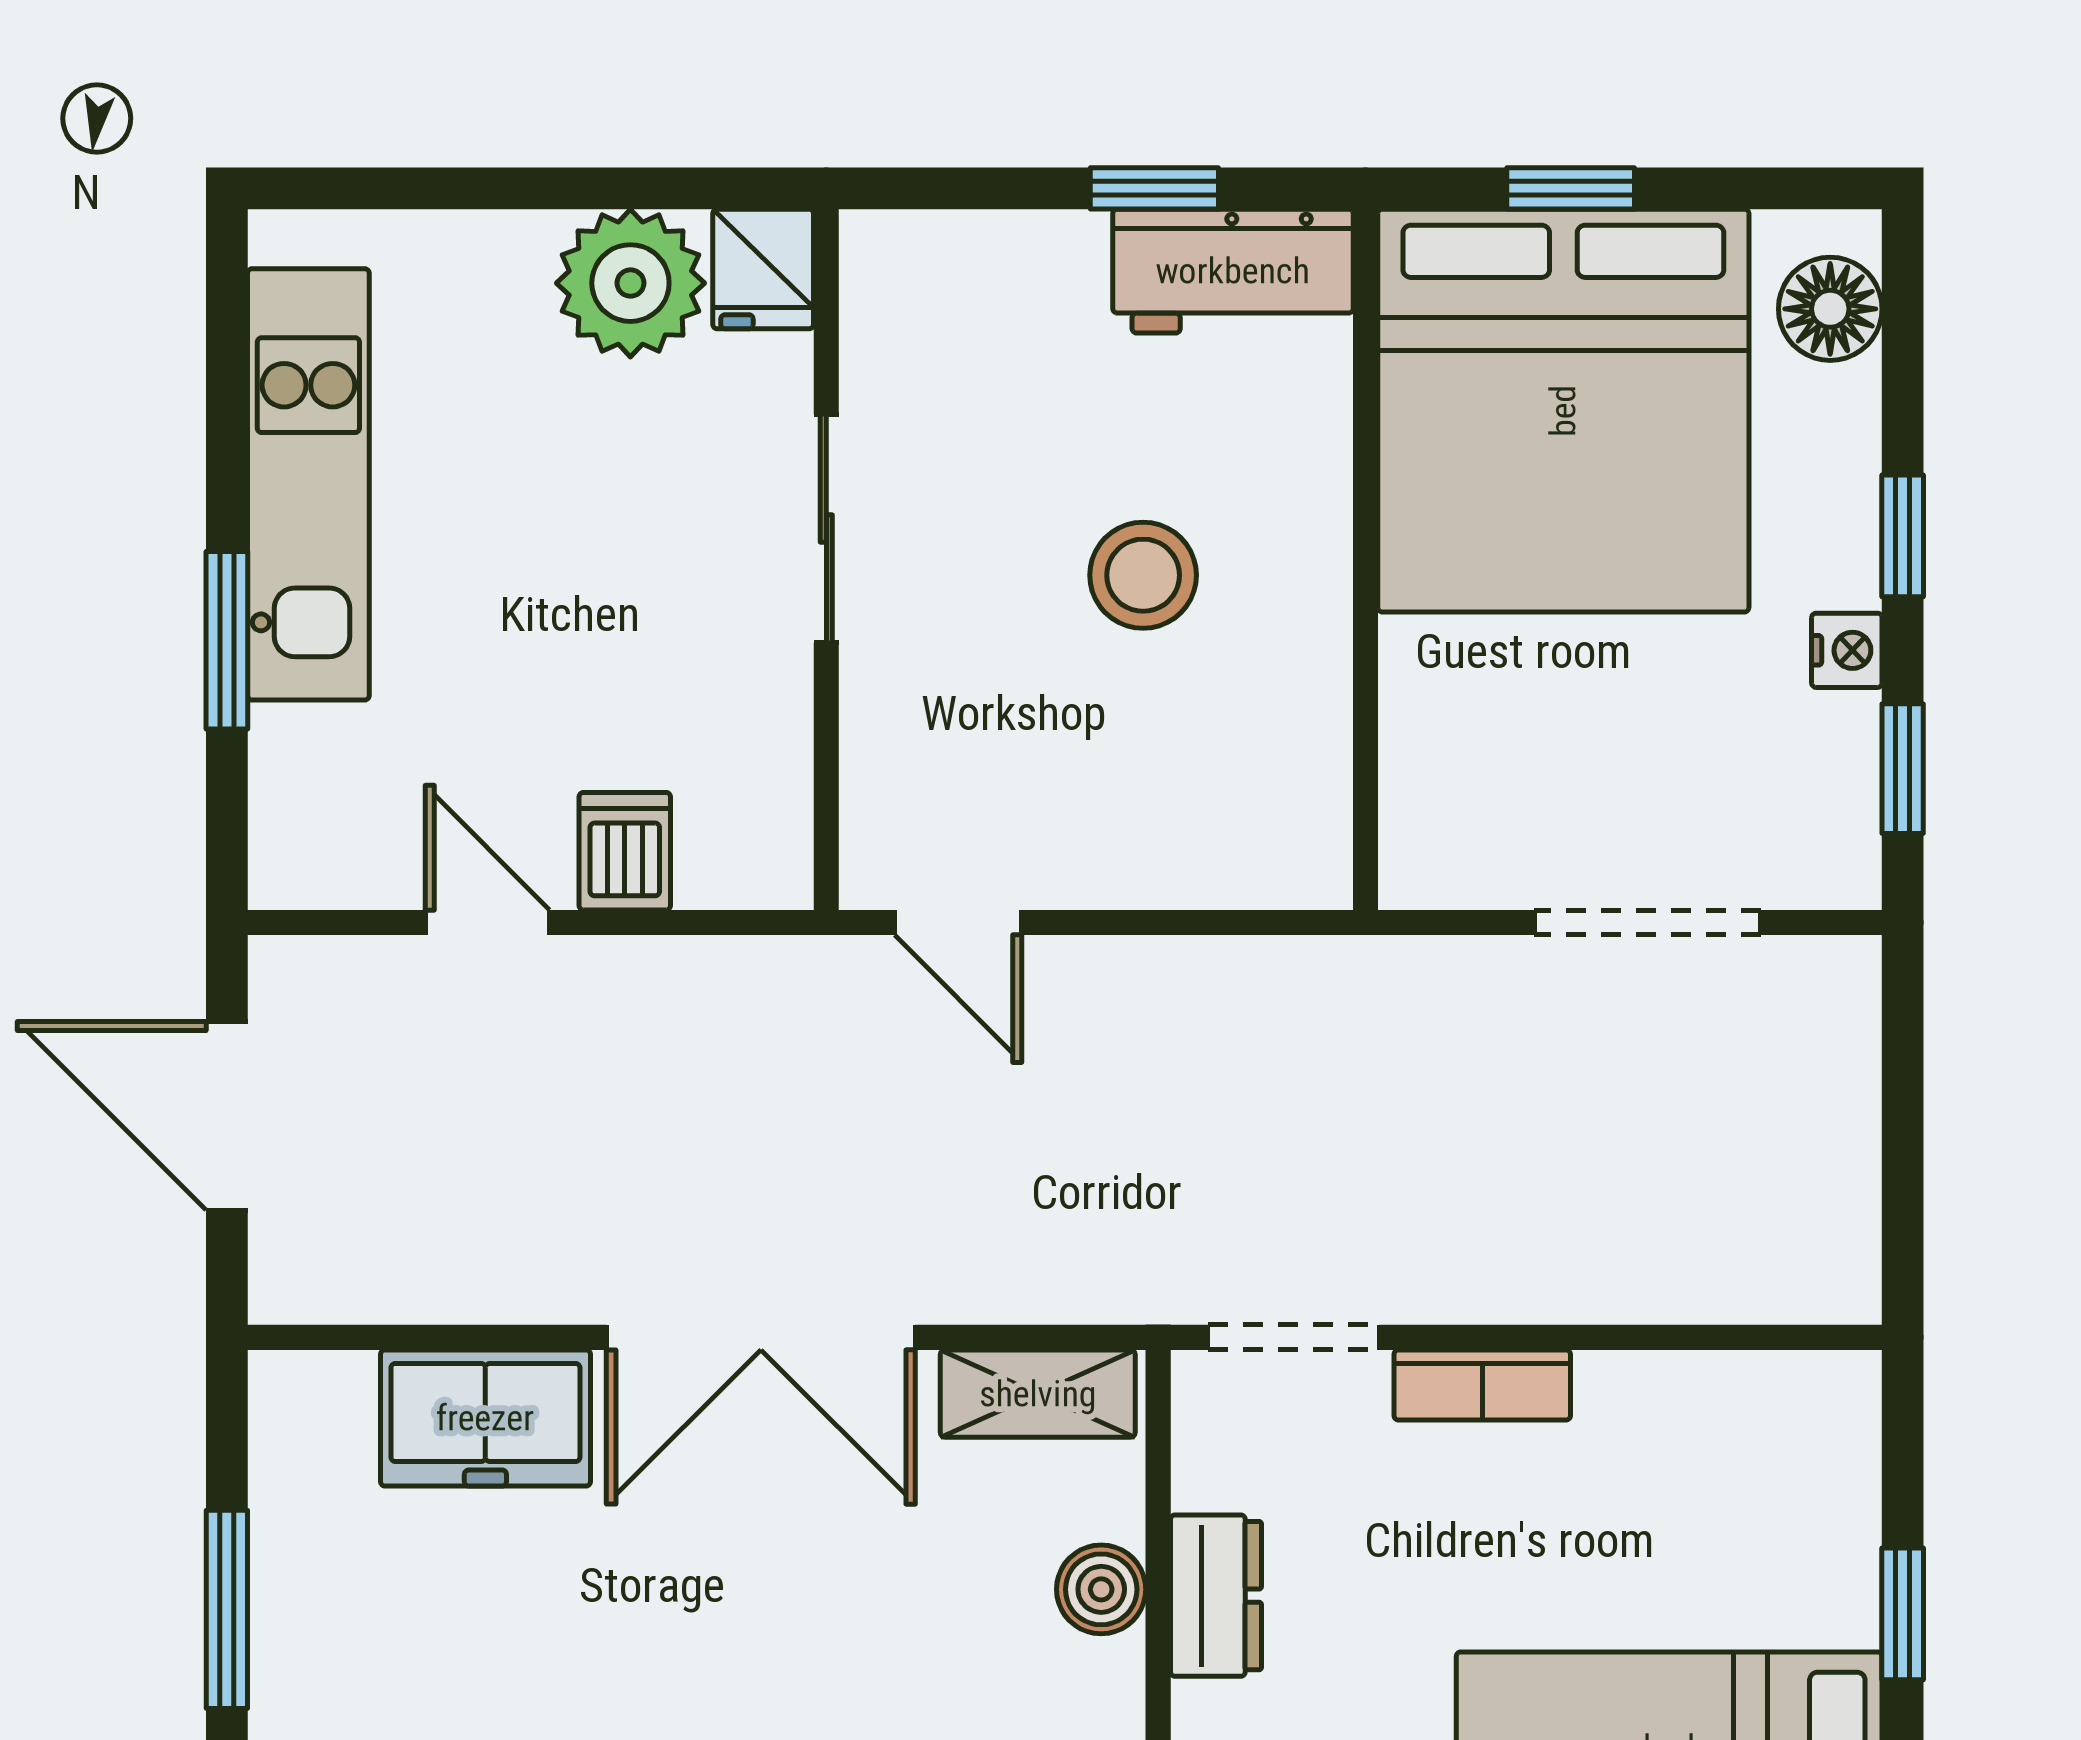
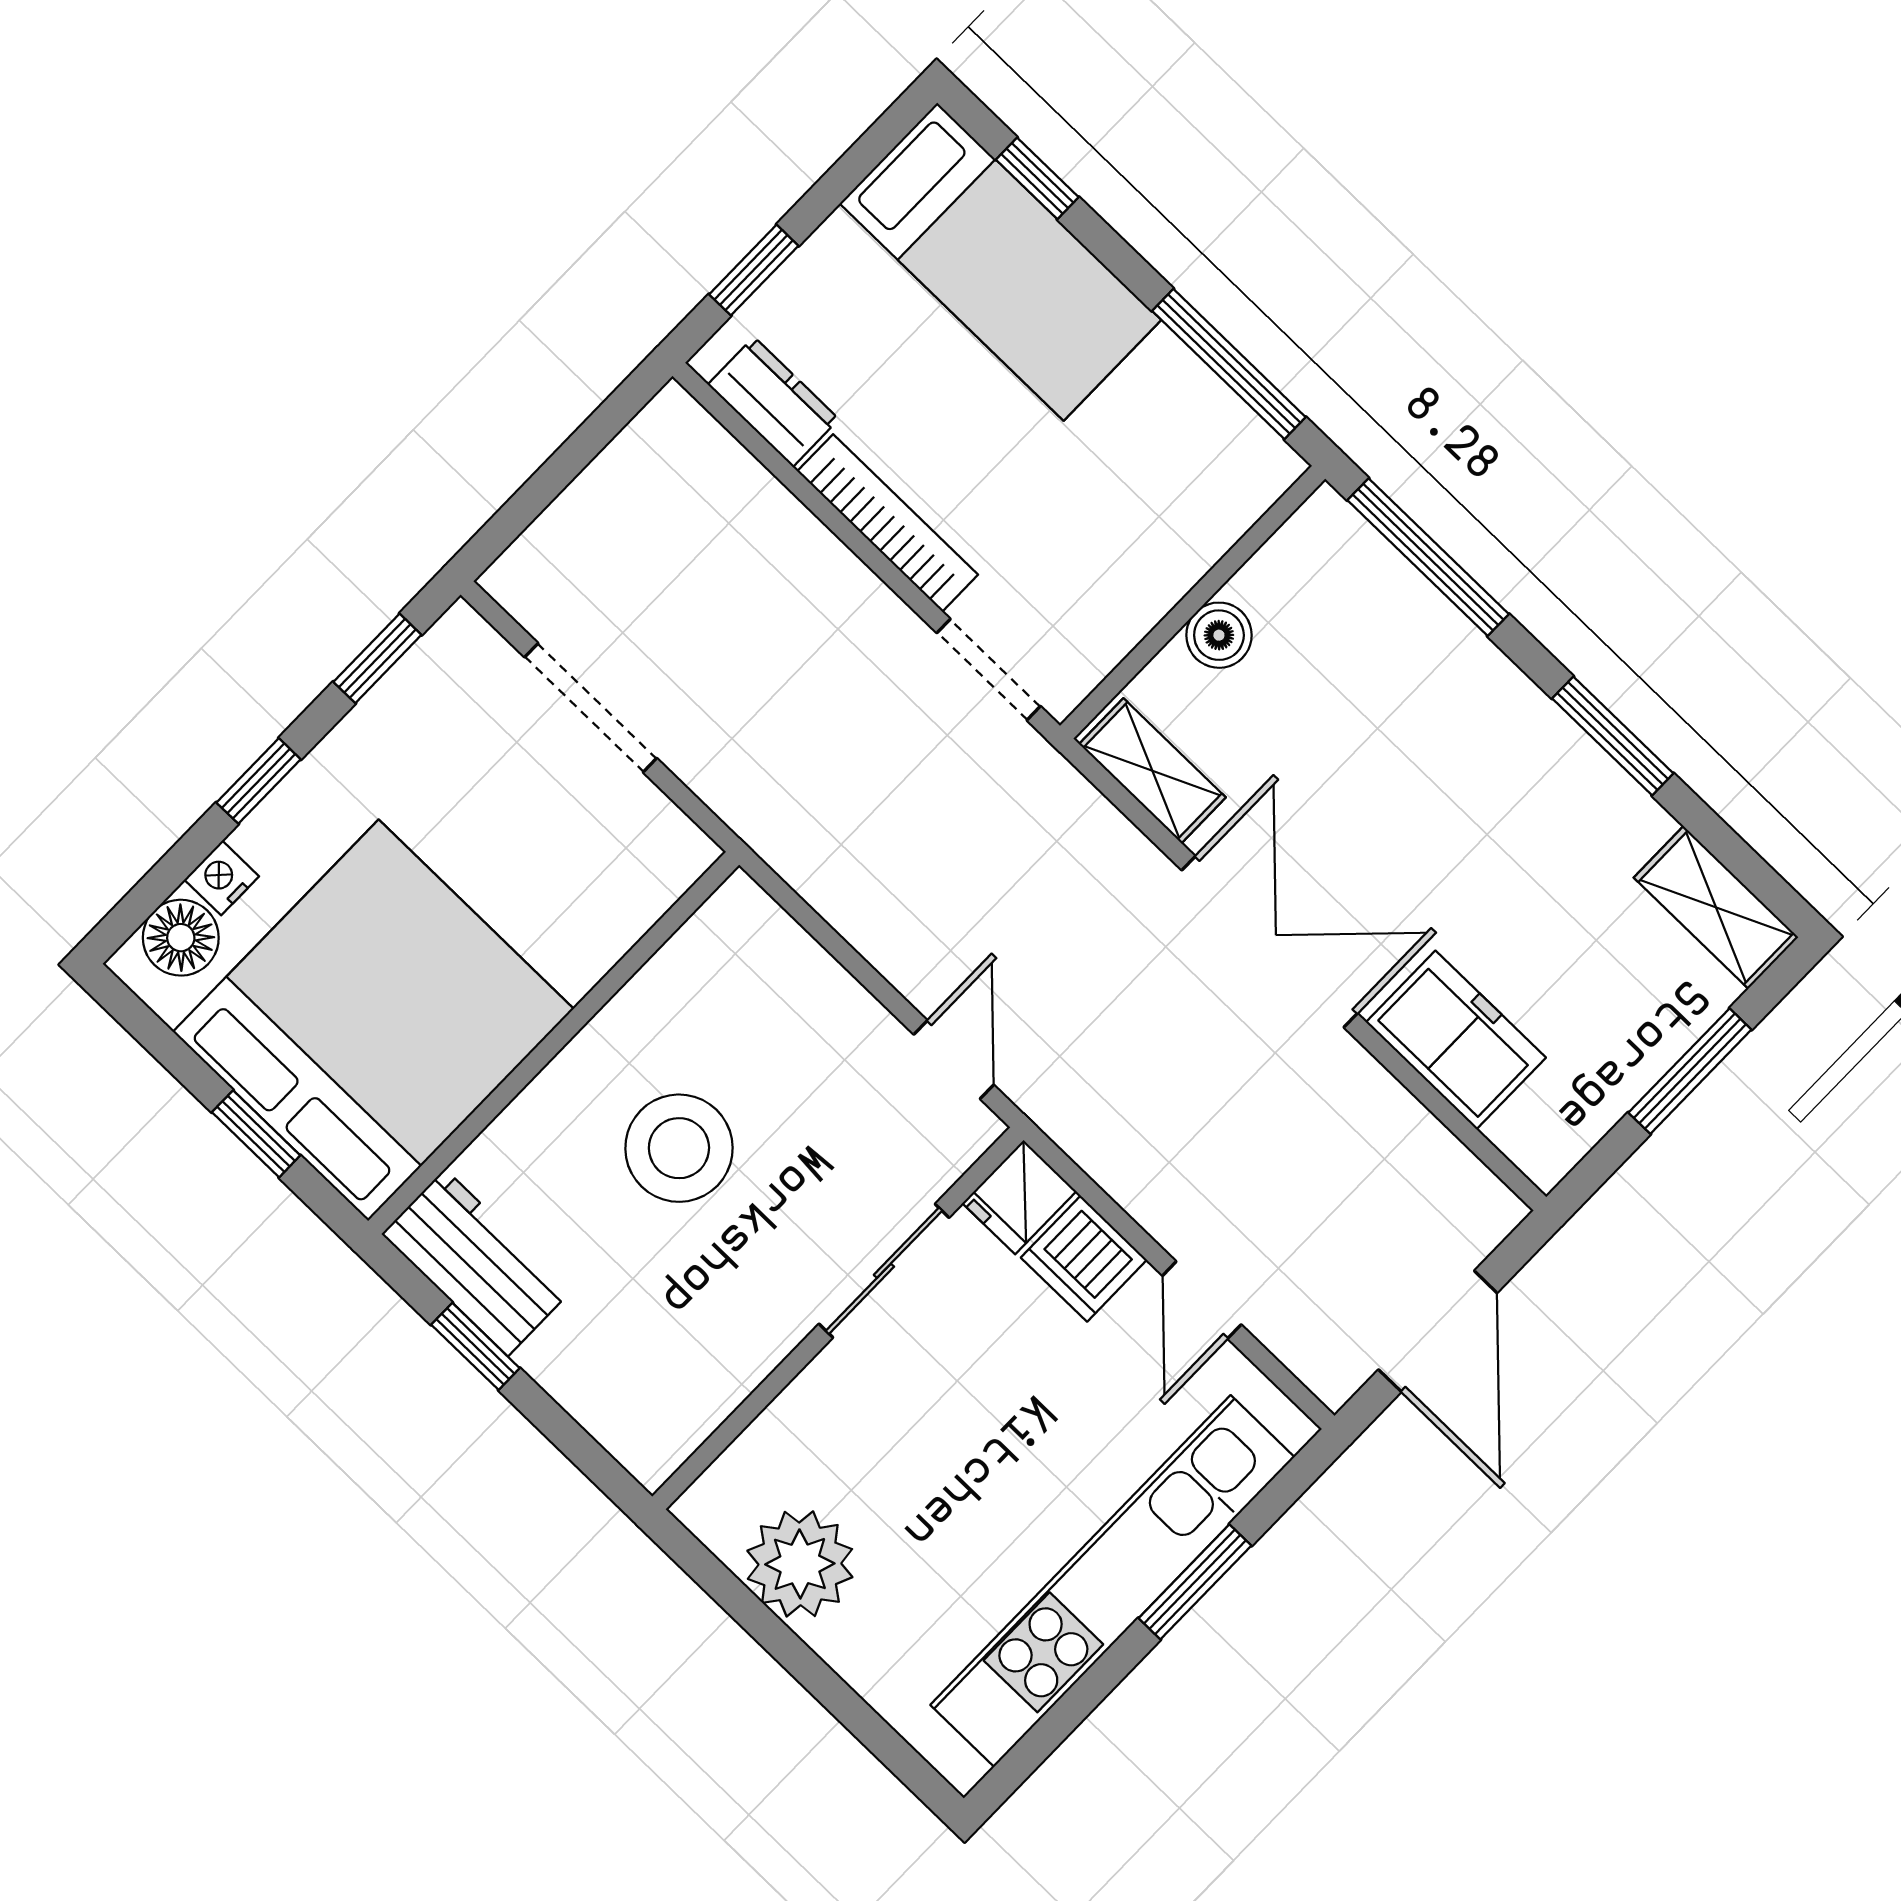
fridge: (763, 269) -> (1019, 1197), moved, turned 180
kitchen unit: (308, 484) -> (1112, 1581), width x1.36
sliding door: (826, 528) -> (884, 1271), moved
stool: (1143, 575) -> (679, 1148), width x1.38, depth x1.38
nightstand: (1847, 650) -> (222, 878), moved
dishwasher: (625, 851) -> (1084, 1259), width x1.38
bookcase: (1482, 1385) -> (888, 523), width x1.56
dresser: (1216, 1596) -> (773, 402), moved, turned 90
window: (1903, 1614) -> (754, 270), moved

